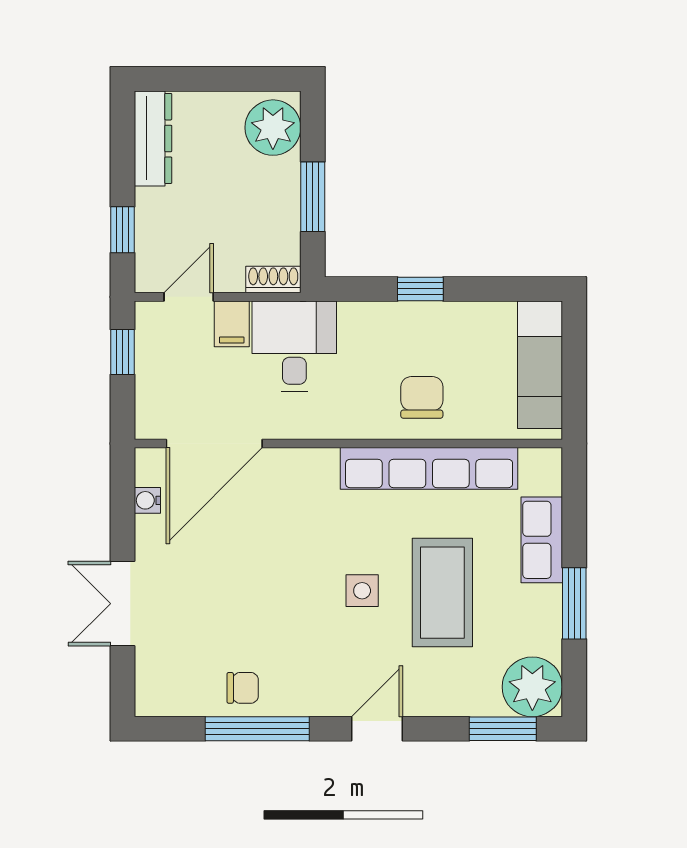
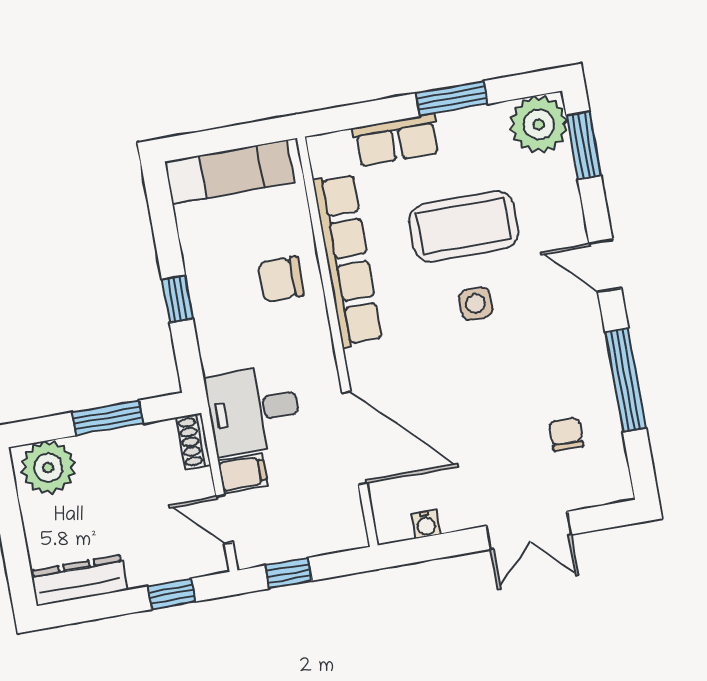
door: (214, 443) -> (354, 438), moved
chair: (243, 688) -> (566, 434), moved

